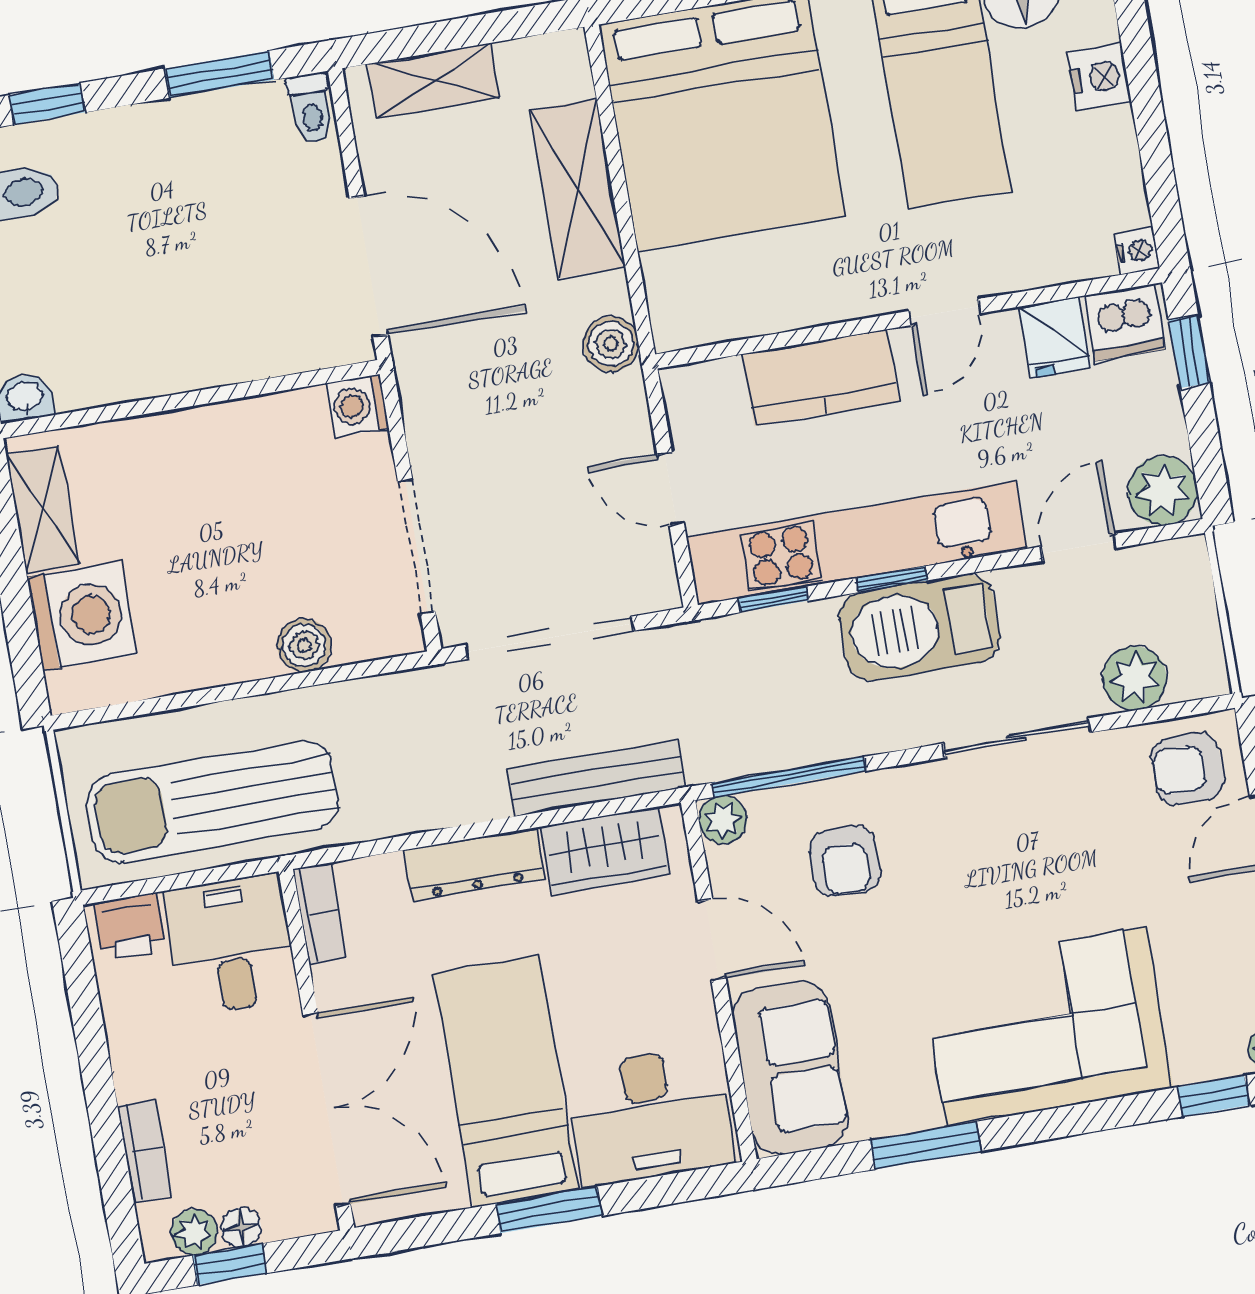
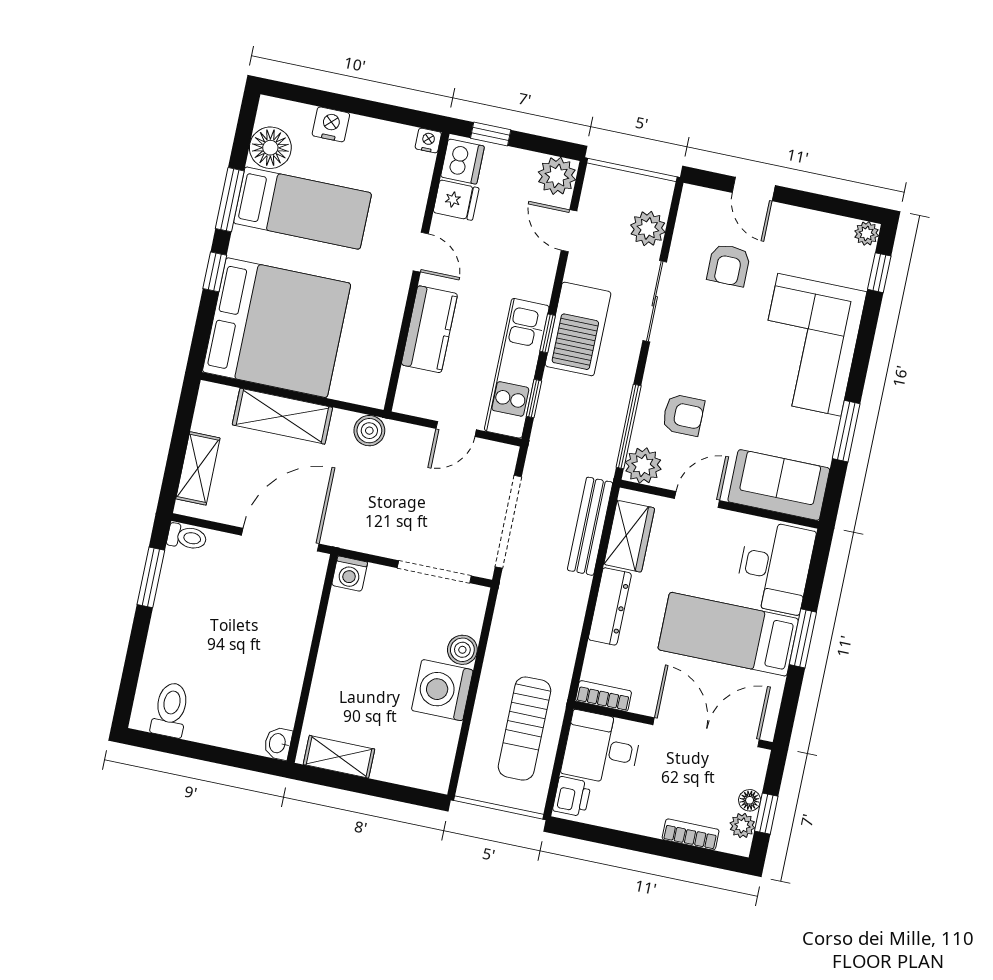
window: (47, 104) -> (131, 672), removed
kitchen unit: (857, 543) -> (517, 368), width x0.73
washing machine: (82, 616) -> (442, 690), moved, turned -90
armchair: (1187, 769) -> (729, 265), moved
sun lounger: (213, 802) -> (524, 729), width x0.73, depth x0.75
plant: (723, 820) -> (643, 466), width x1.38, depth x1.38

